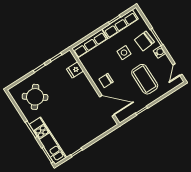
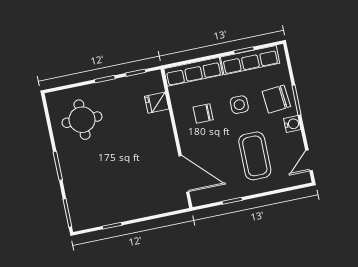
chair: (106, 81) -> (203, 113), moved
round table: (35, 97) -> (82, 120), turned -36
kitchen unit: (48, 141) -> (76, 192), removed

